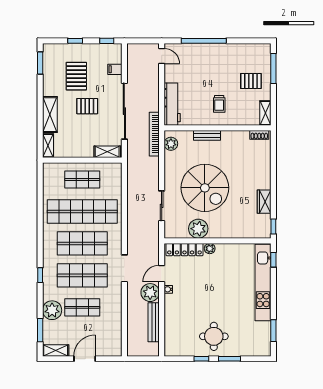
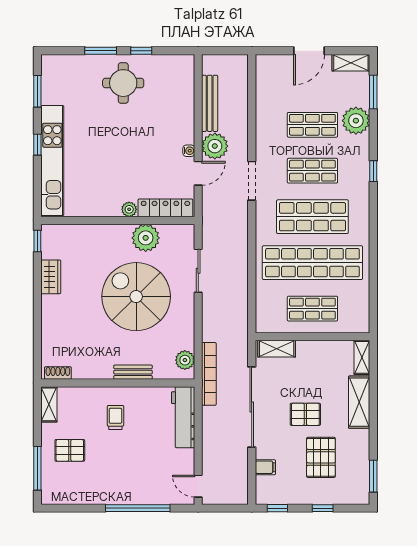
window: (273, 260) -> (37, 145), moved
shop shelf: (82, 275) -> (312, 171), width x0.70, depth x0.74

